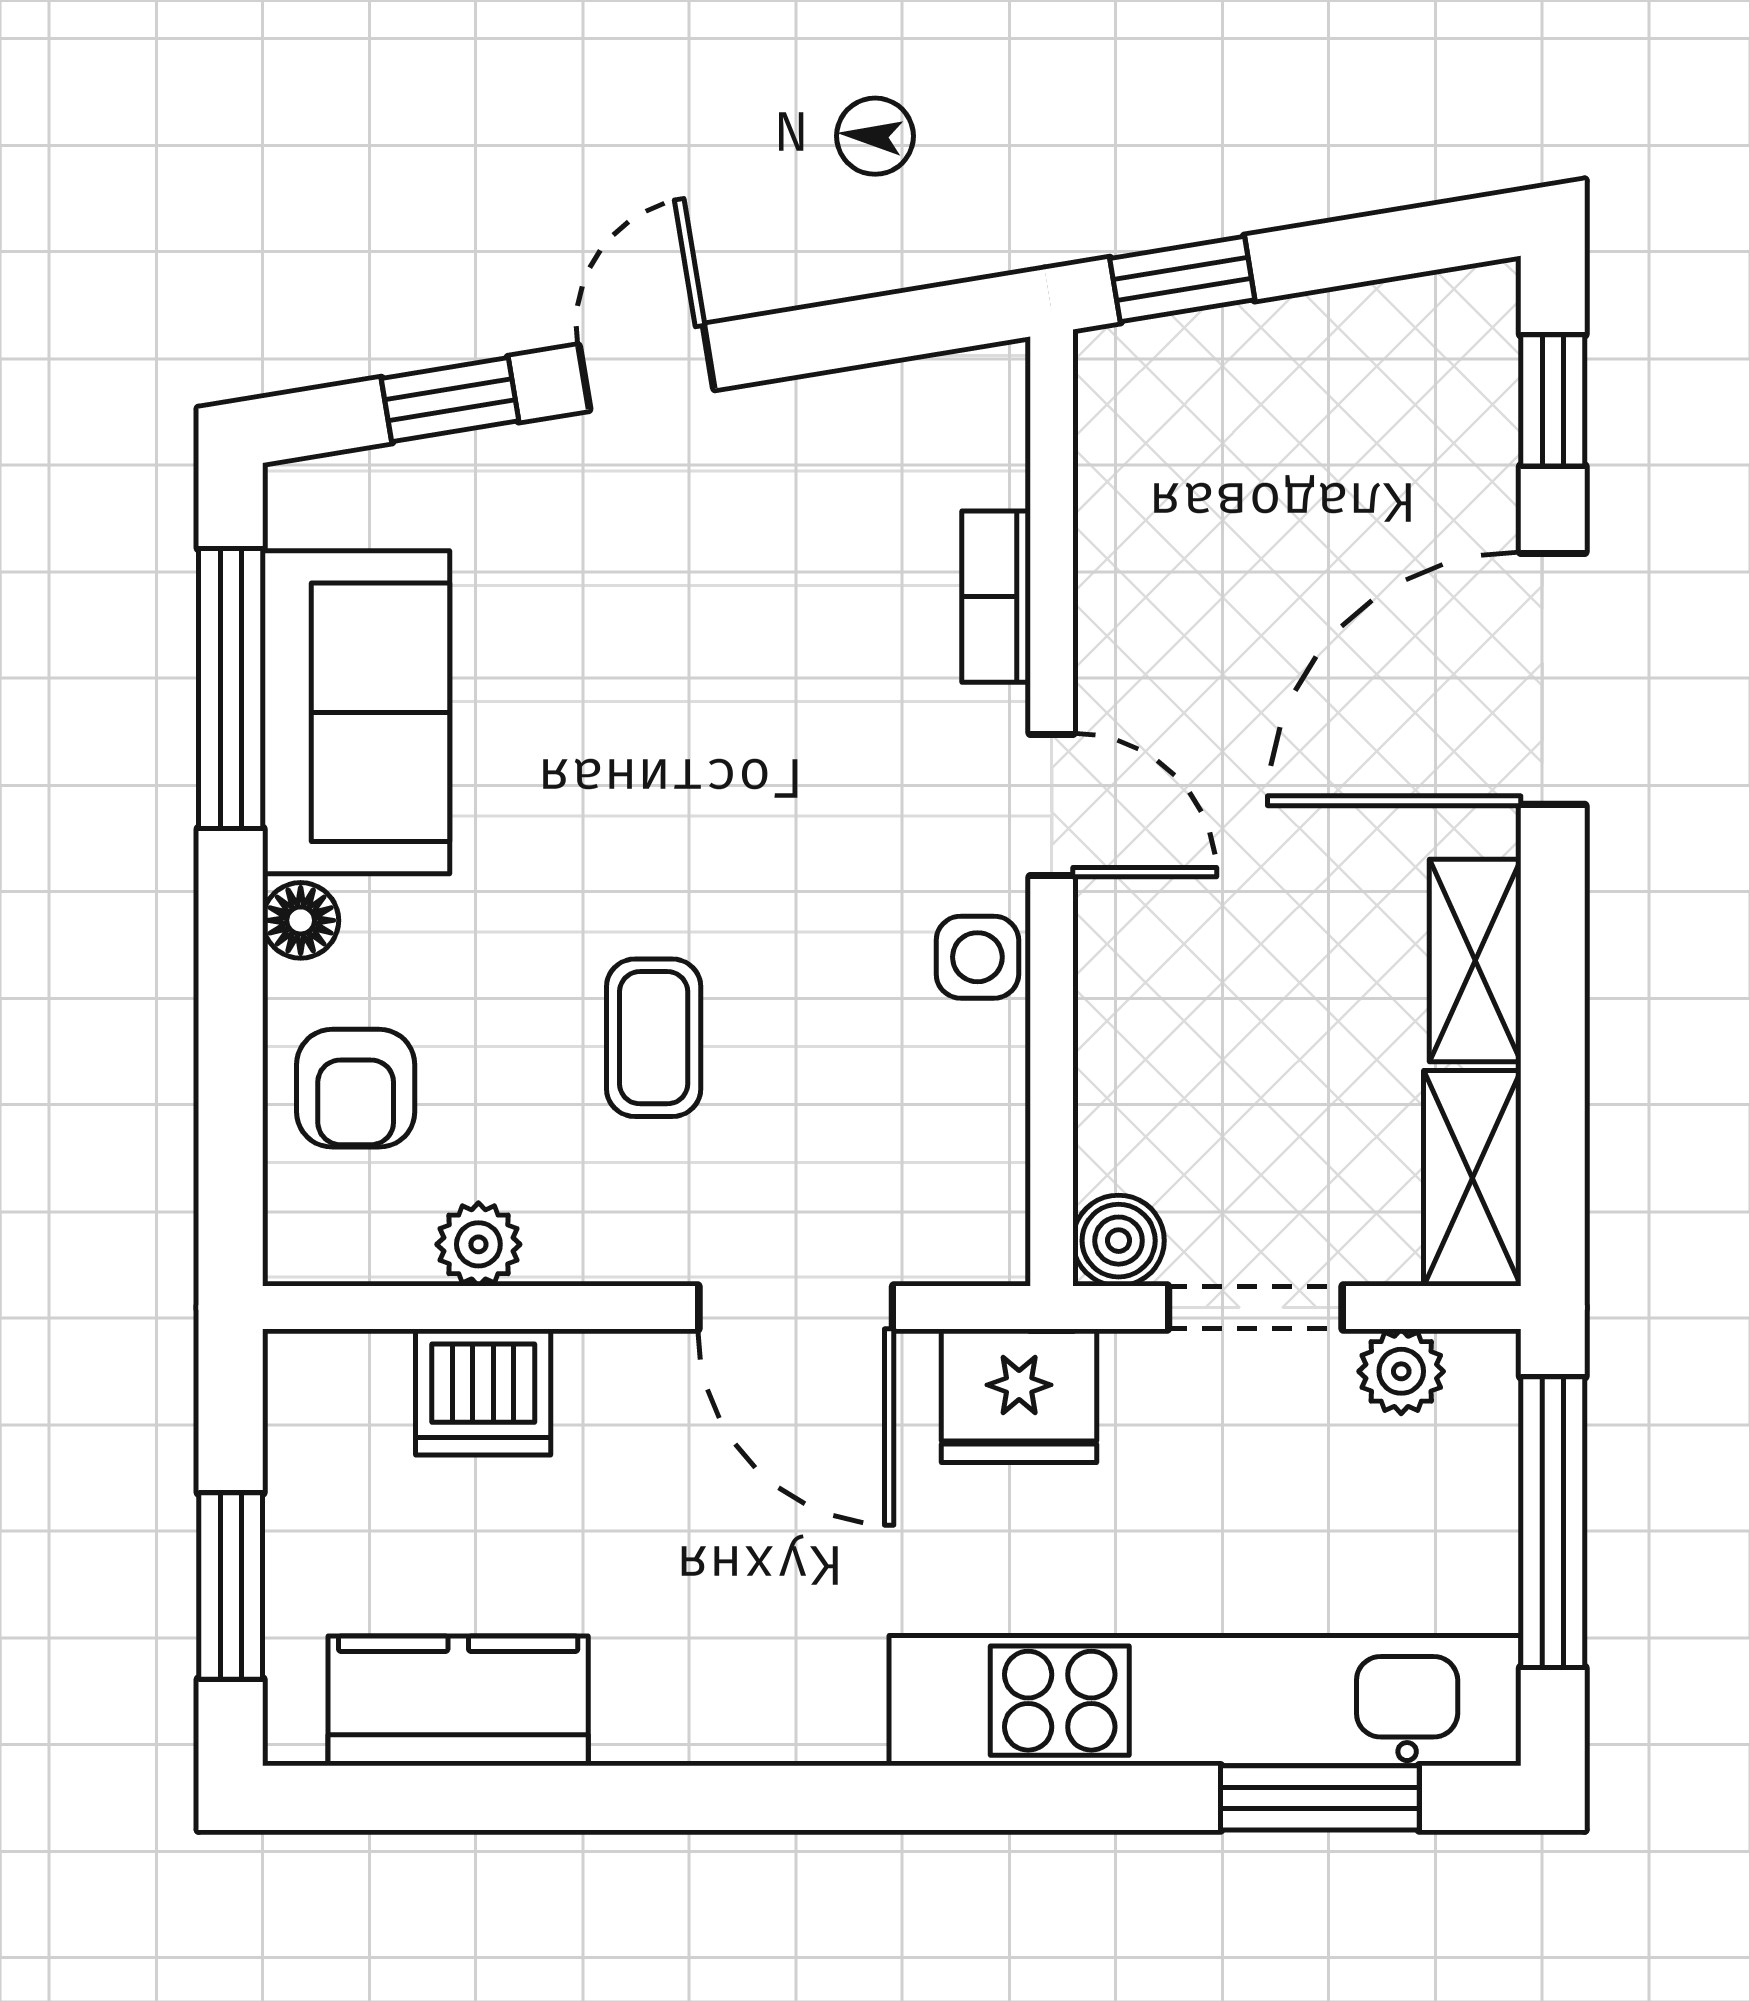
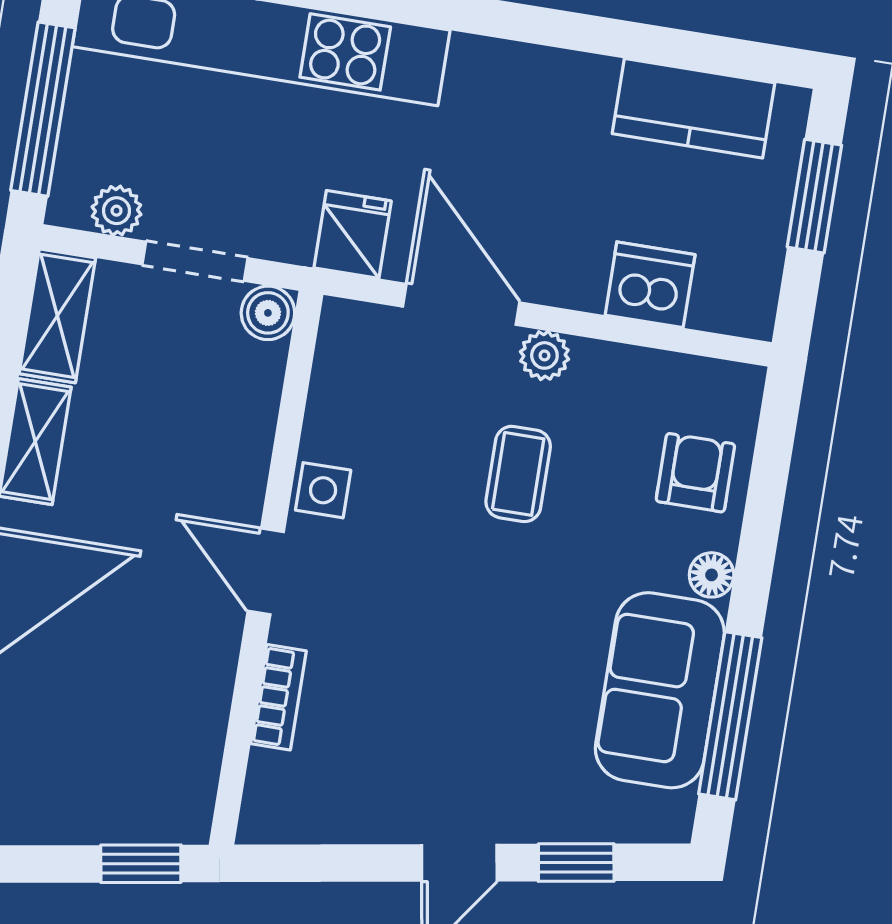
plant: (478, 1244) -> (544, 355), moved
fridge: (1019, 1396) -> (353, 234), width x0.72

